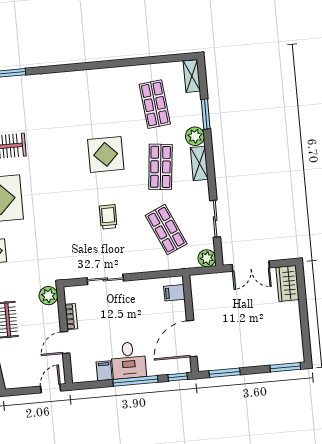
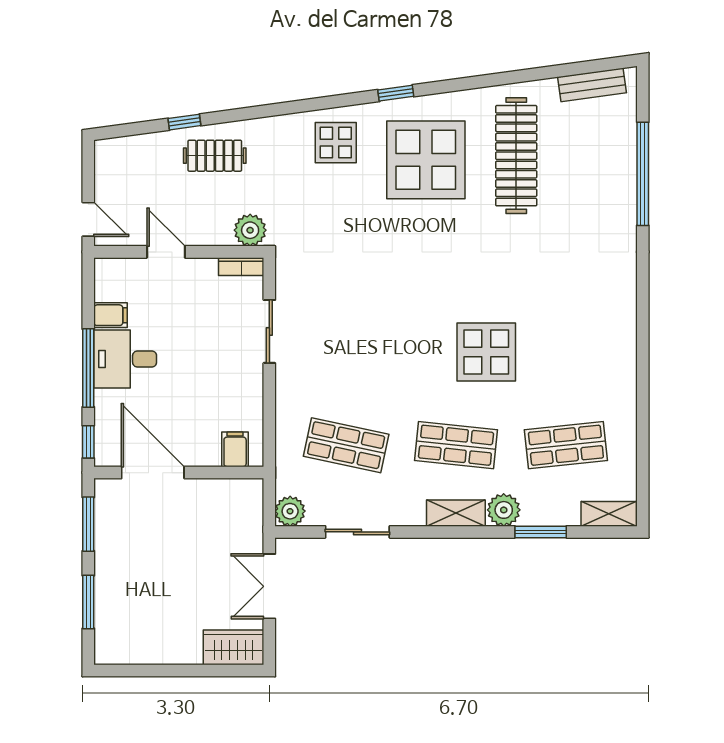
trolley: (108, 217) -> (377, 347), removed
shop shelf: (166, 230) -> (346, 445), turned 36
bookcase: (71, 317) -> (241, 267), moved
window: (285, 367) -> (88, 602), moved

